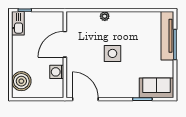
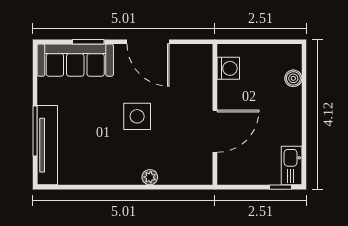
washing machine: (57, 72) -> (228, 68), moved
boiler: (21, 81) -> (293, 78), width x0.54, depth x0.54
sofa: (157, 88) -> (75, 60), width x1.36
door: (85, 99) -> (148, 42), moved

